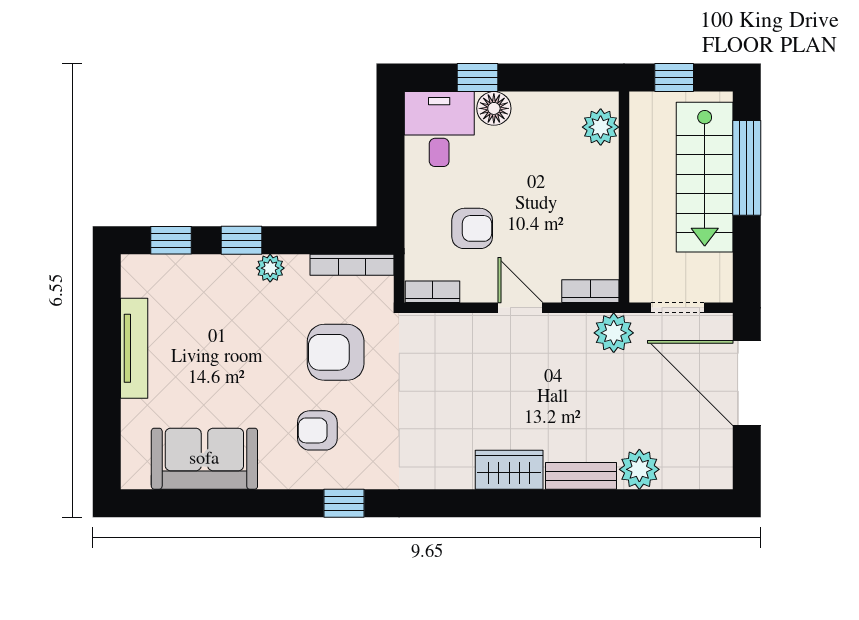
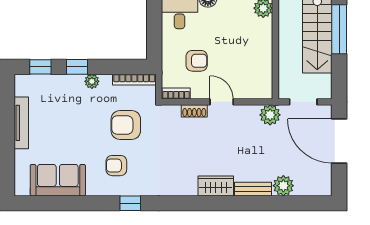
bookcase: (590, 291) -> (258, 93), removed
shoe rack: (468, 325) -> (194, 111), added

